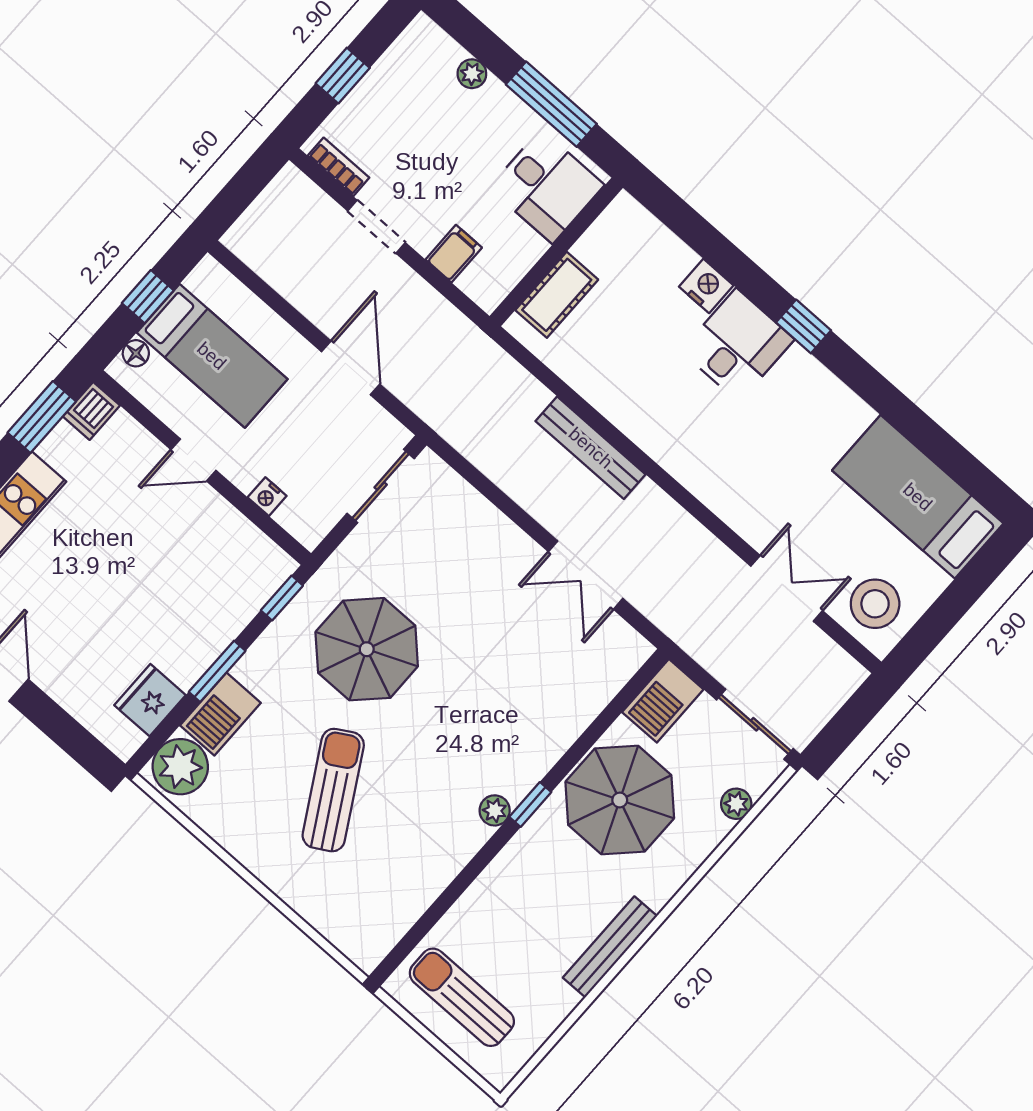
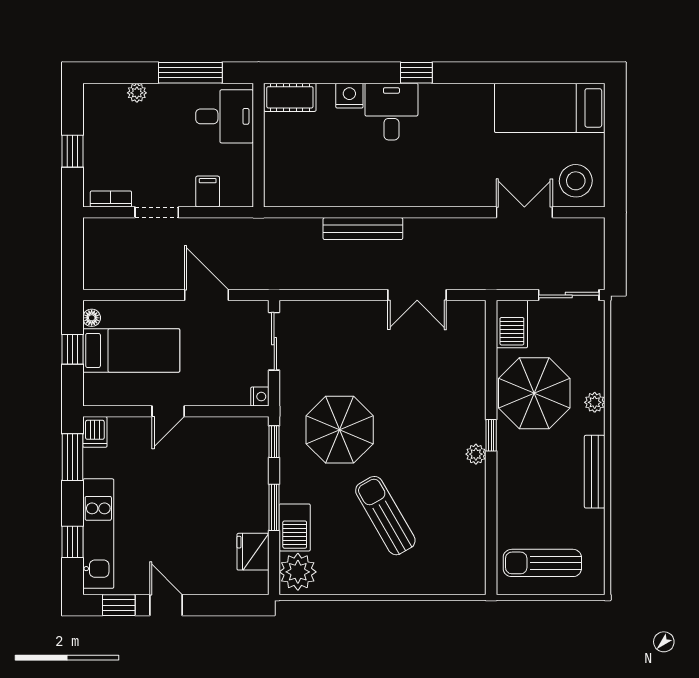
cot: (557, 295) -> (290, 97), moved, turned 90
floor lamp: (136, 353) -> (92, 318), moved
nightstand: (267, 497) -> (260, 397), moved, turned -90
plant: (736, 804) -> (595, 402), moved

